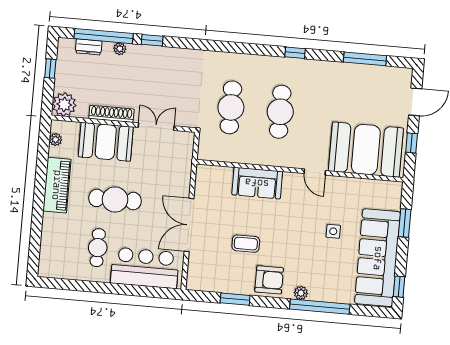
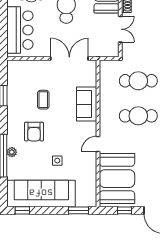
window: (405, 223) -> (78, 210), moved
double door: (189, 225) -> (69, 58), moved
armchair: (269, 280) -> (34, 132), moved
plant: (301, 293) -> (12, 152), moved

